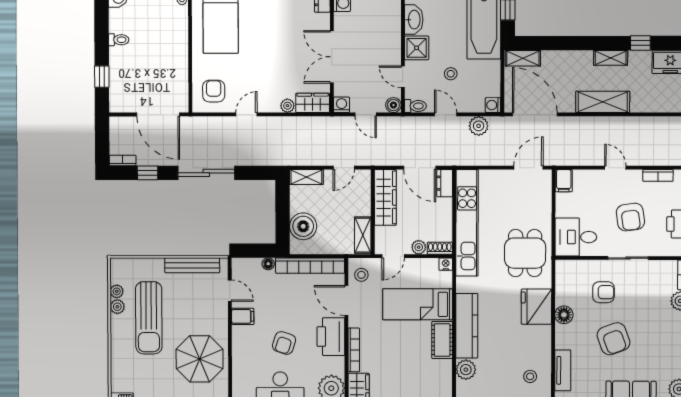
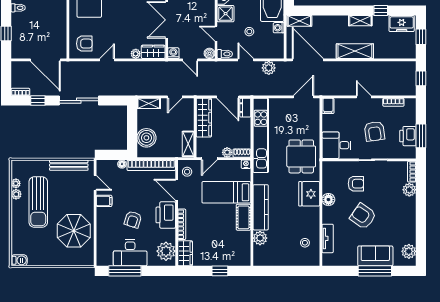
armchair: (214, 91) -> (84, 44), turned 90
washing machine: (493, 105) -> (279, 28), moved
armchair: (613, 339) -> (363, 216), turned 145

